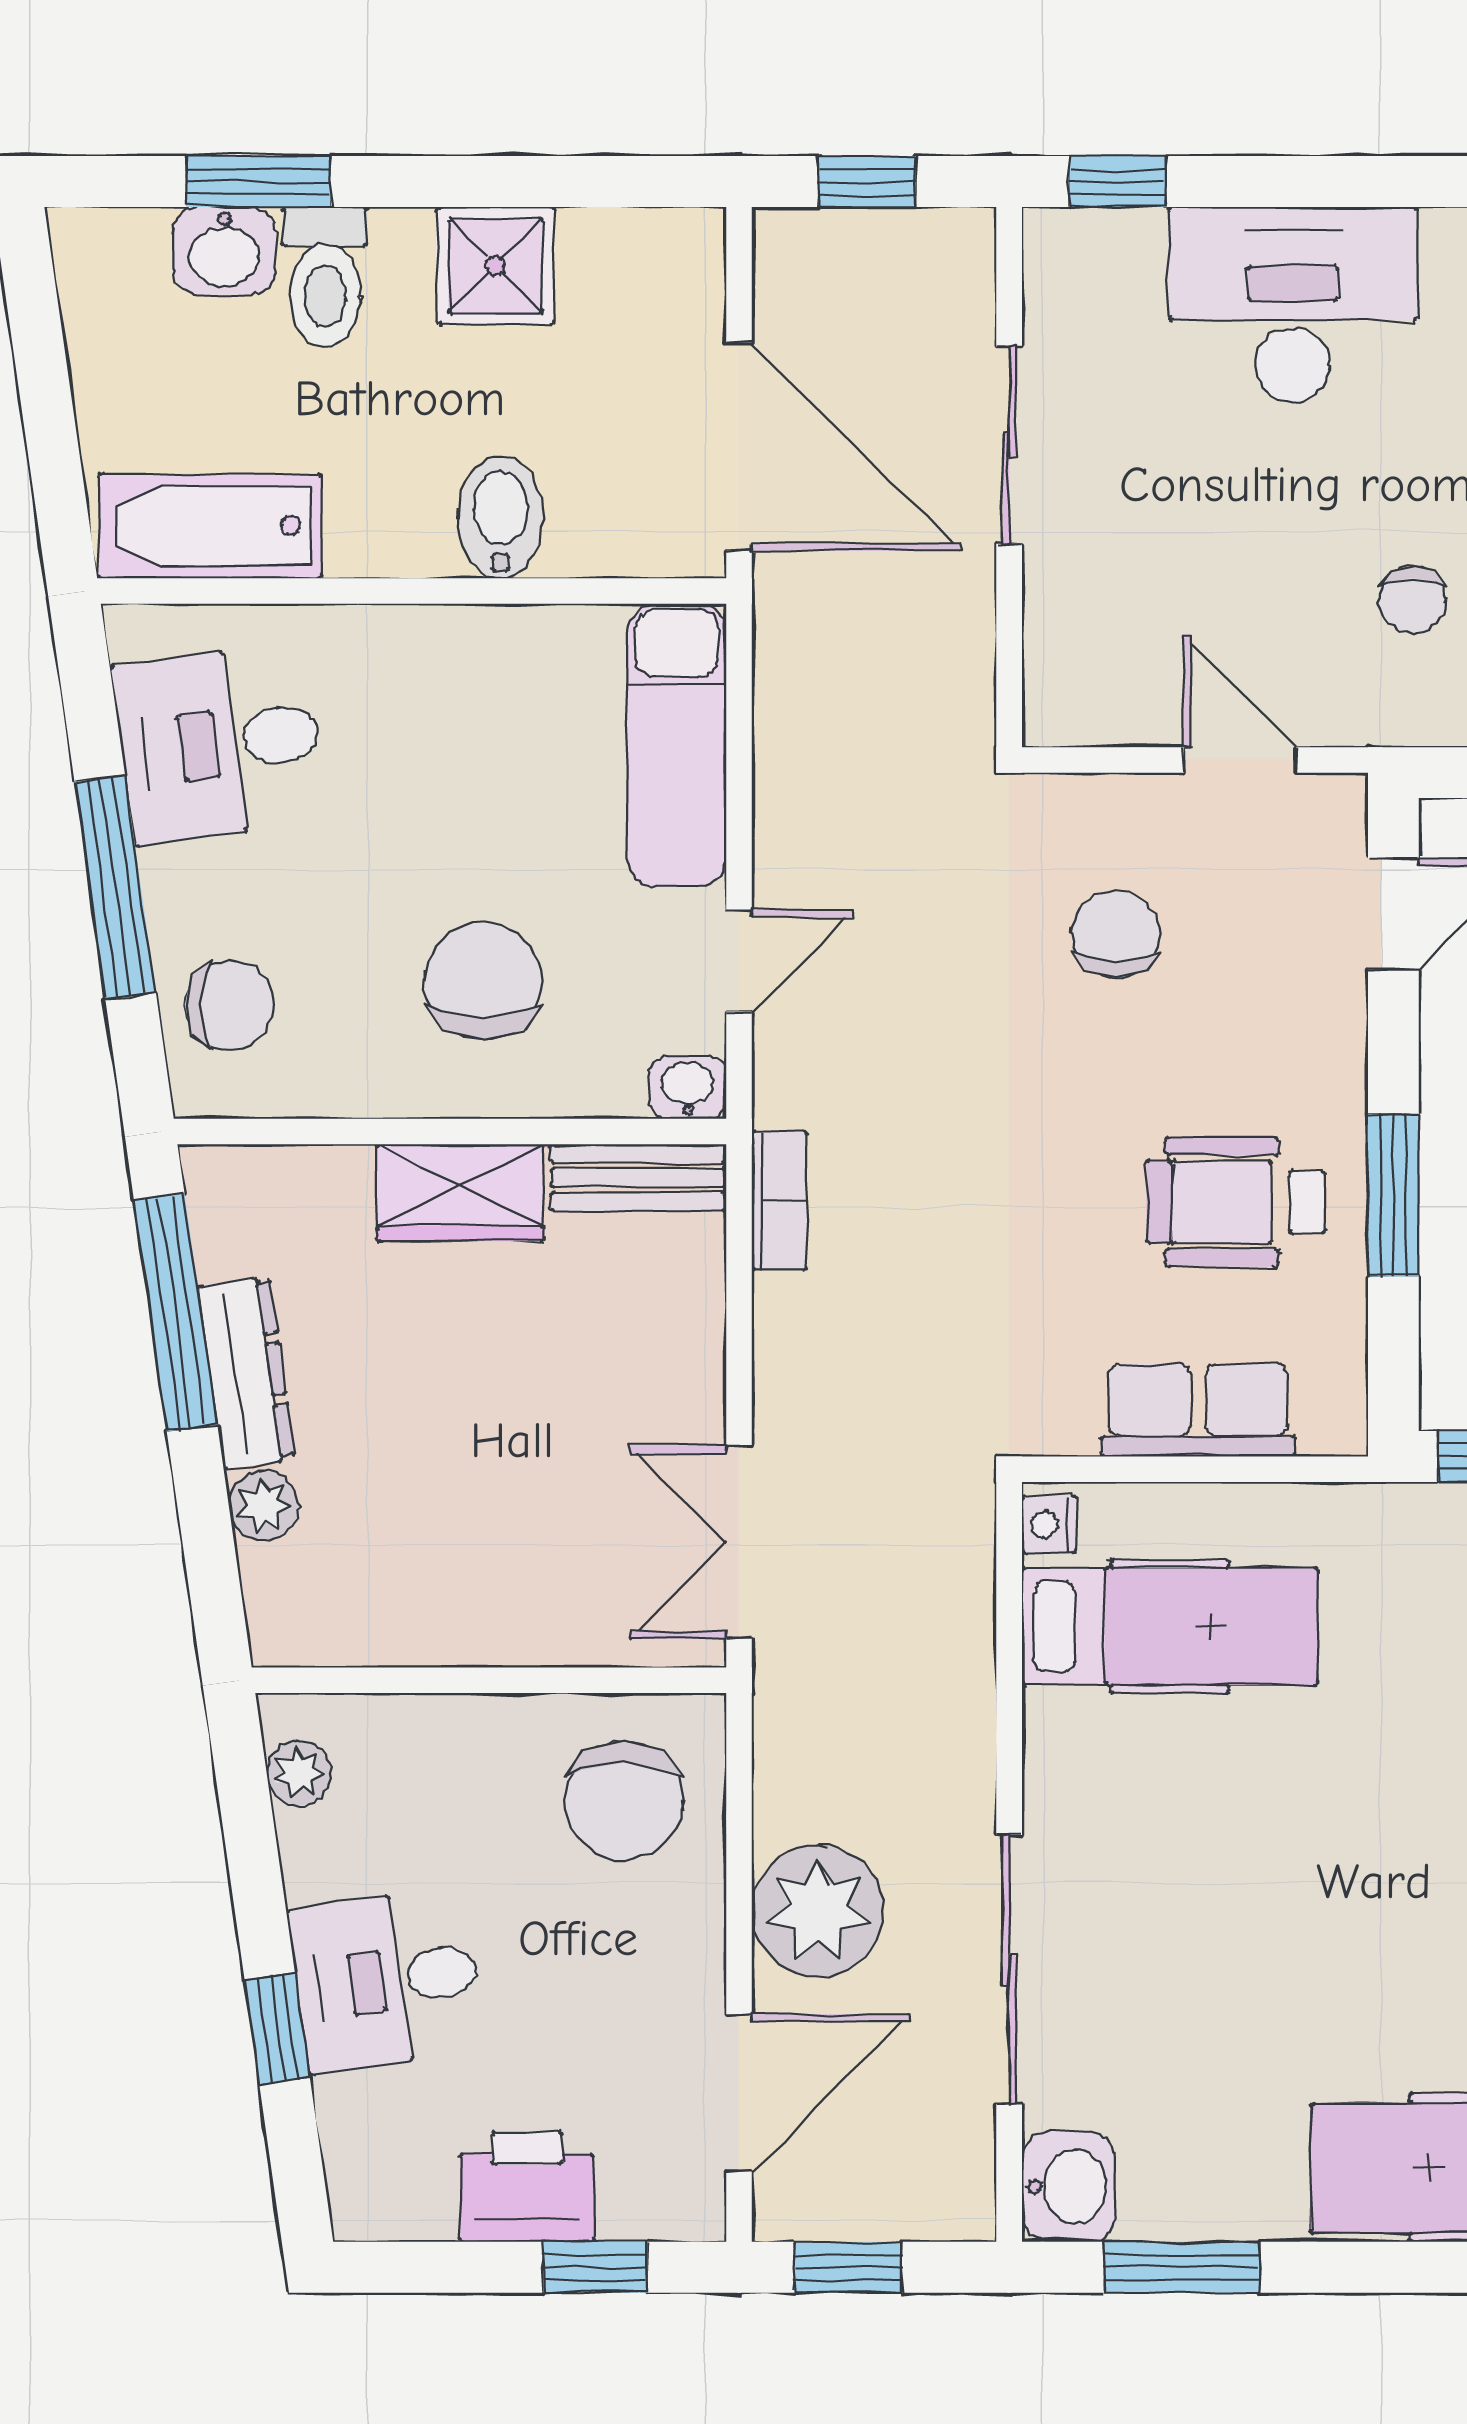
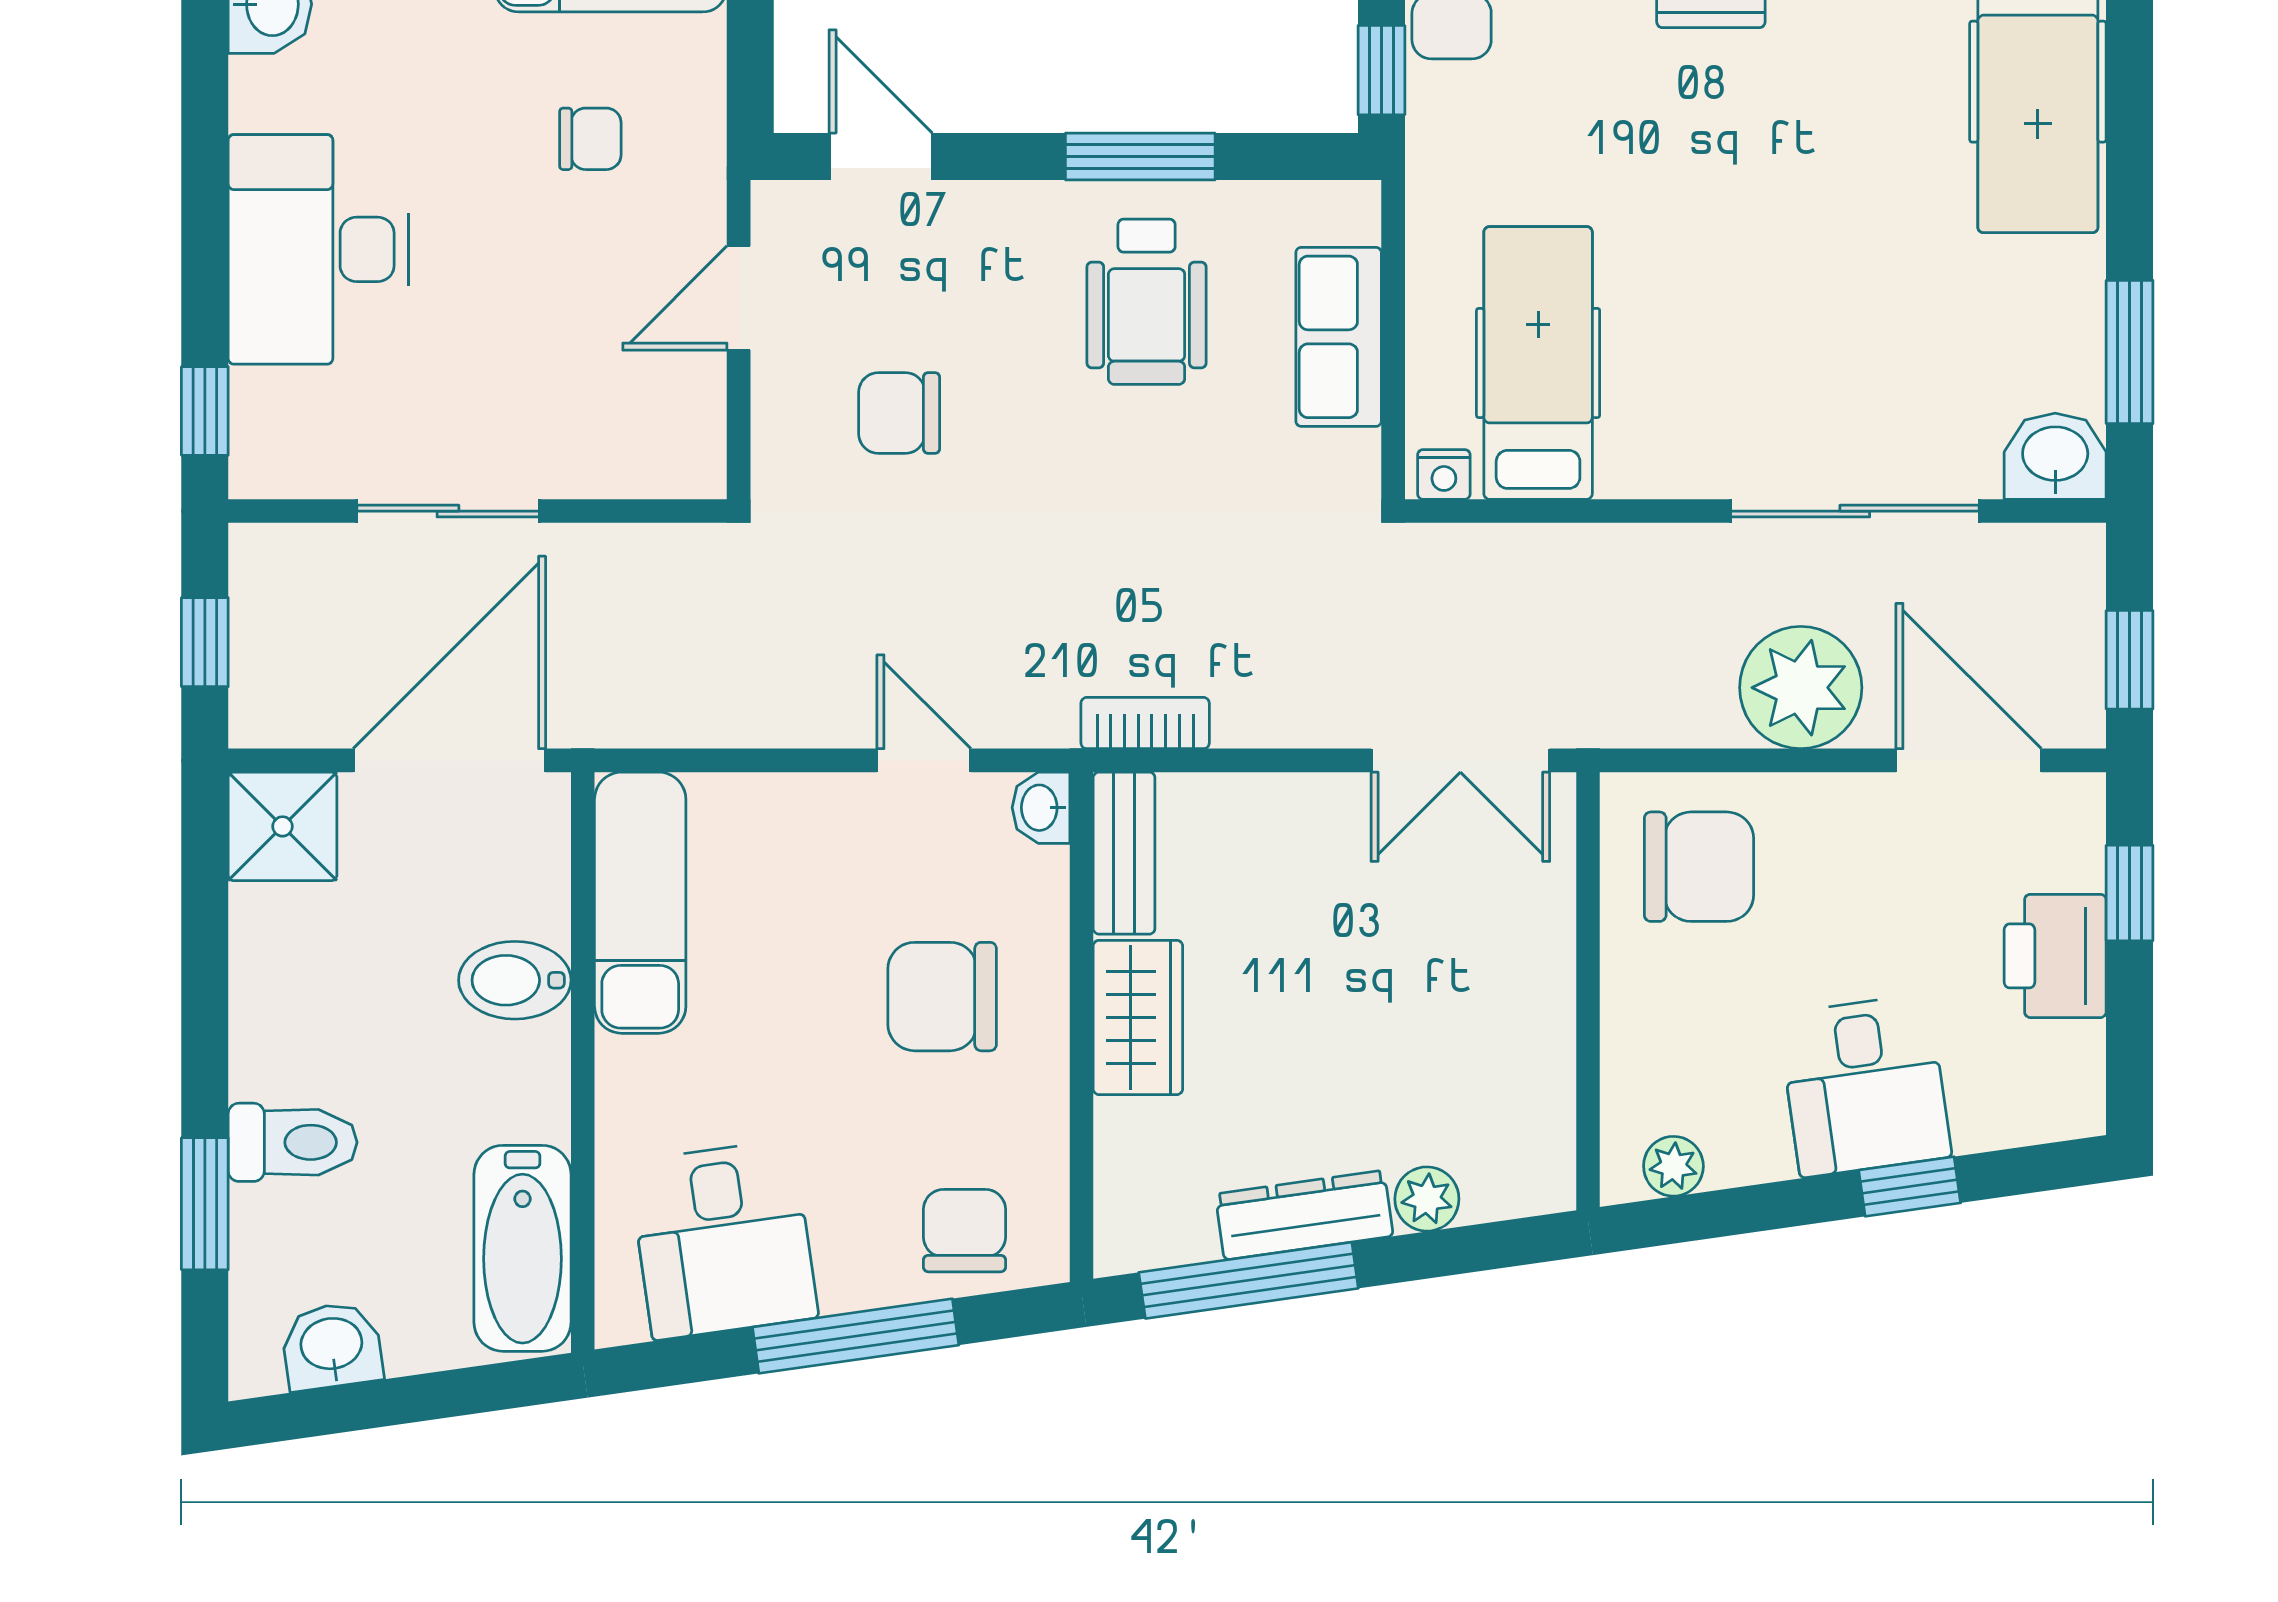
washbasin: (224, 251) -> (332, 1346), moved, turned -98
shower: (495, 266) -> (283, 826), moved
exam couch: (677, 745) -> (640, 903), moved, turned -90

